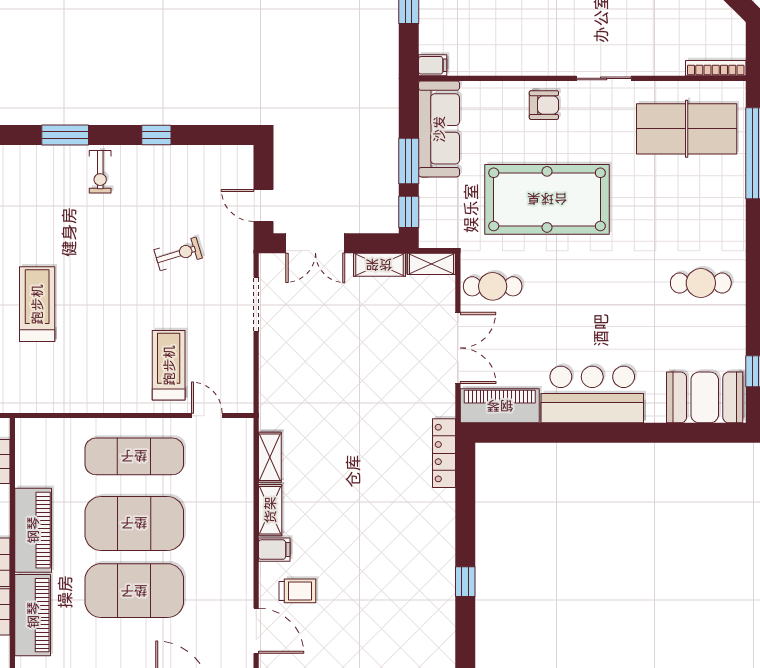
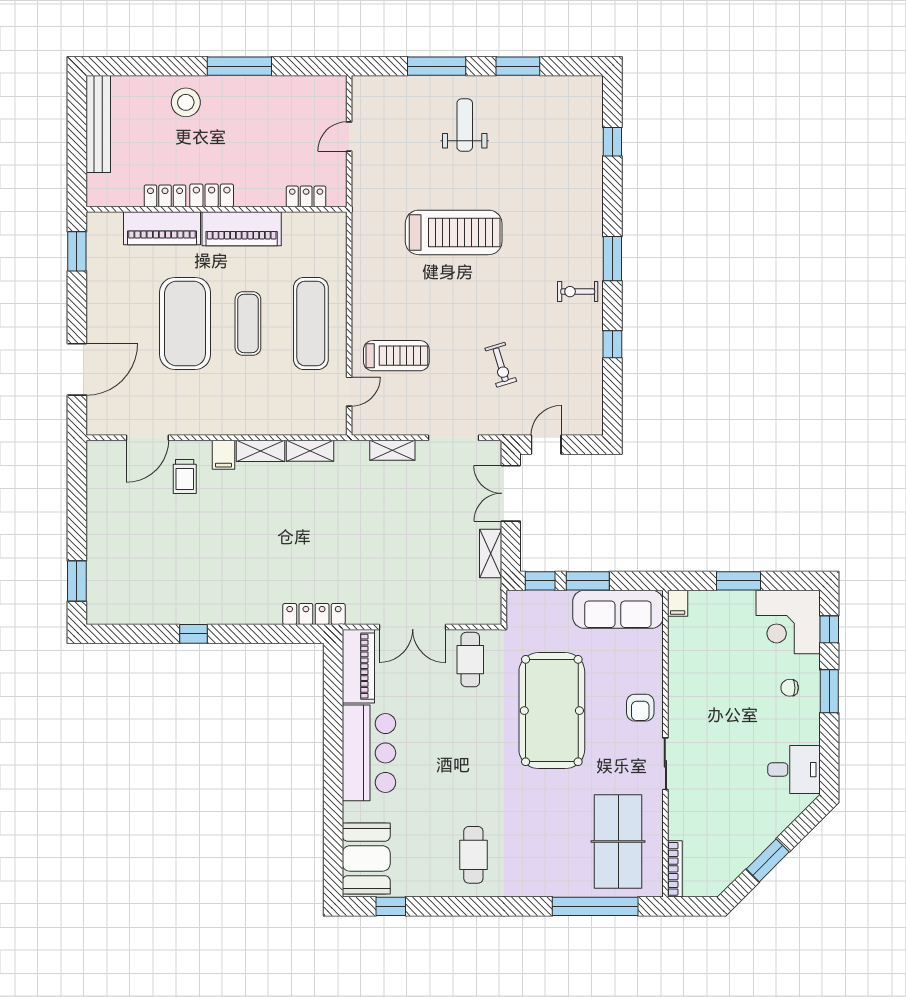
shelving: (431, 264) -> (392, 450), moved, turned 90
treadmill: (37, 304) -> (454, 232), width x1.37, depth x1.38
exercise mat: (134, 523) -> (248, 323), width x0.50, depth x0.69

